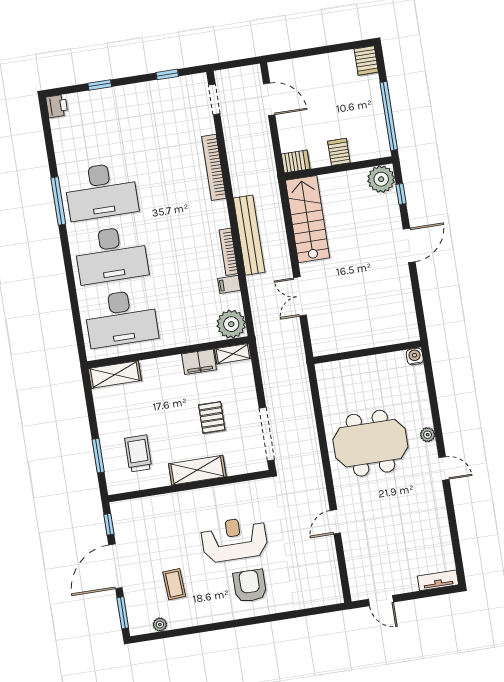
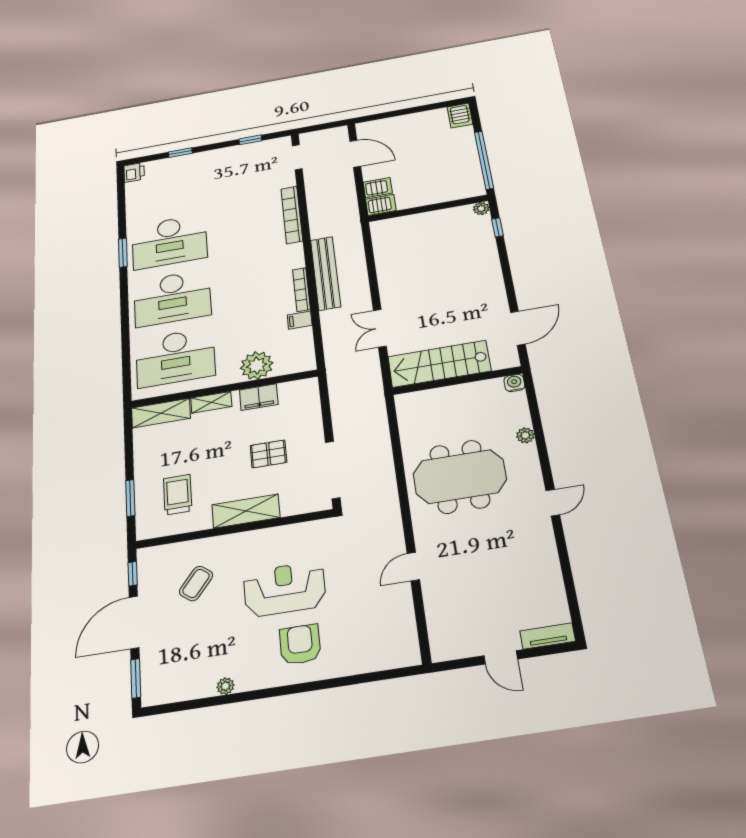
server rack: (339, 152) -> (378, 188), moved, turned 90
plant: (381, 179) -> (481, 209), width x0.53, depth x0.53
window: (58, 201) -> (123, 253), width x0.69
stairs: (307, 219) -> (439, 364), moved, turned -90
door: (409, 245) -> (518, 328), moved
plant: (231, 324) -> (257, 366), moved
shelving: (233, 354) -> (211, 402), moved
pallet: (212, 417) -> (268, 454), turned 90
plant: (428, 435) -> (525, 435), moved
door: (444, 468) -> (553, 503), hinge flipped
coffee table: (174, 584) -> (196, 583), moved, turned 41
door: (381, 601) -> (501, 657), moved
plant: (160, 625) -> (225, 686), moved

